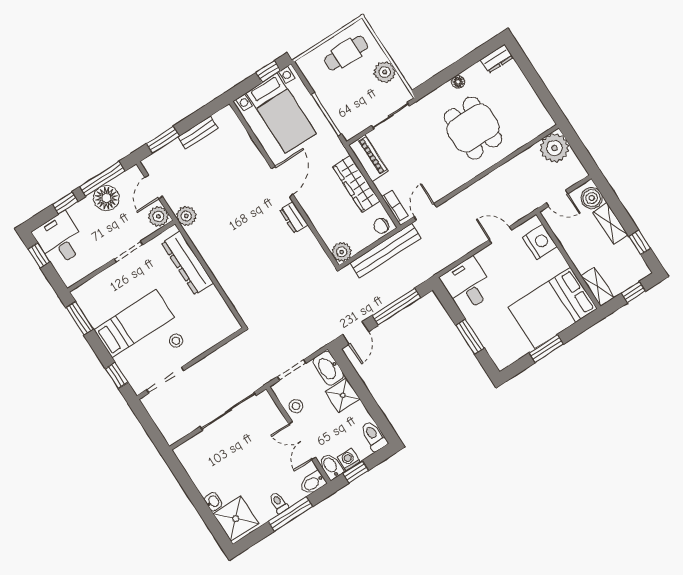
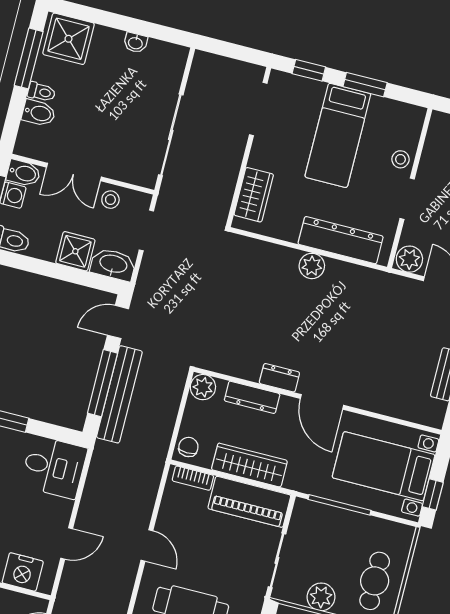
piano: (368, 158) -> (249, 502), width x1.37, depth x1.33
door: (425, 212) -> (147, 545), moved
plant: (186, 216) -> (312, 266), moved
dresser: (319, 221) -> (252, 397), added
bench: (386, 251) -> (119, 394), moved
window: (80, 318) -> (365, 85), moved
door: (356, 333) -> (118, 322), hinge flipped
wardrobe: (213, 334) -> (254, 195), added
stool: (176, 341) -> (400, 159), moved
double door: (302, 441) -> (74, 172), swing flipped
bidet: (313, 483) -> (39, 113), moved, turned 90
washbasin: (213, 502) -> (135, 43), moved
window: (290, 514) -> (29, 58), moved

